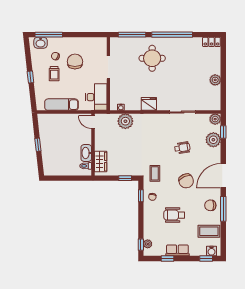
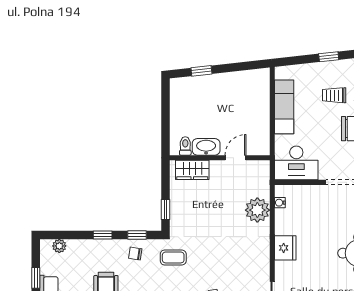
door: (93, 122) -> (236, 158), moved
window: (38, 145) -> (201, 71), moved
window: (141, 245) -> (103, 235), moved

